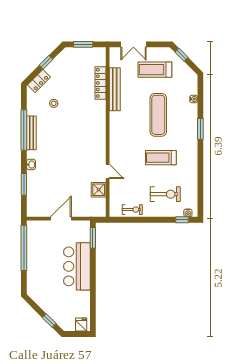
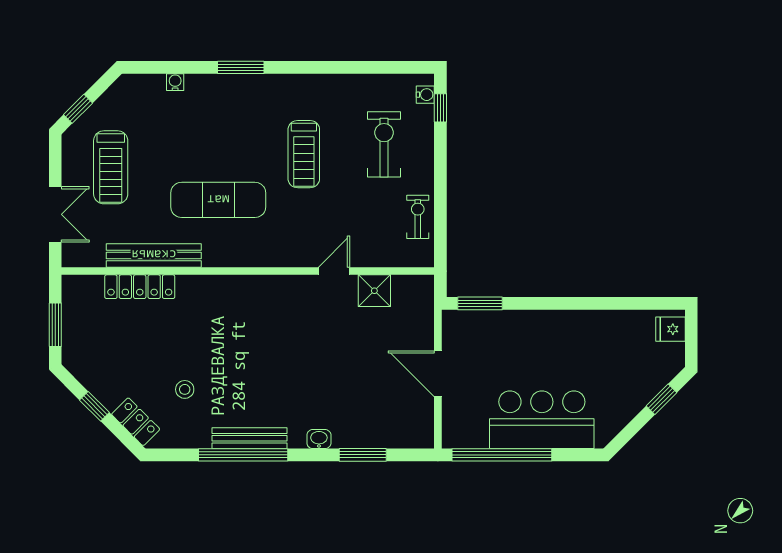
exercise mat: (158, 115) -> (218, 200), moved
bar counter: (77, 266) -> (542, 420), moved, turned 180

